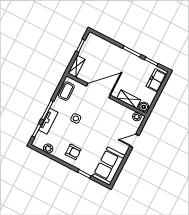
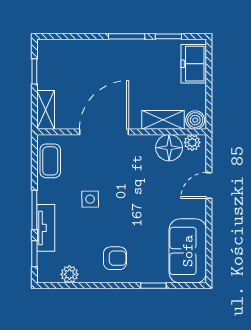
floor lamp: (125, 114) -> (169, 148), added

